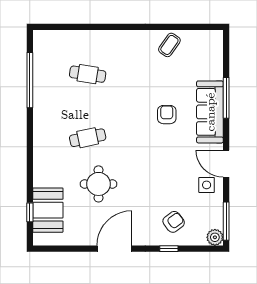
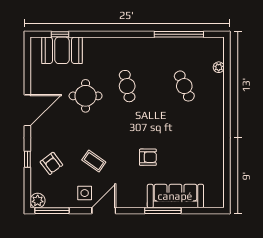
plant: (67, 36) -> (219, 67), added
coffee table: (169, 45) -> (94, 161), moved
cafe table: (88, 74) -> (184, 86), turned -33
sofa: (210, 112) -> (175, 196), moved
door: (115, 249) -> (27, 110), hinge flipped

